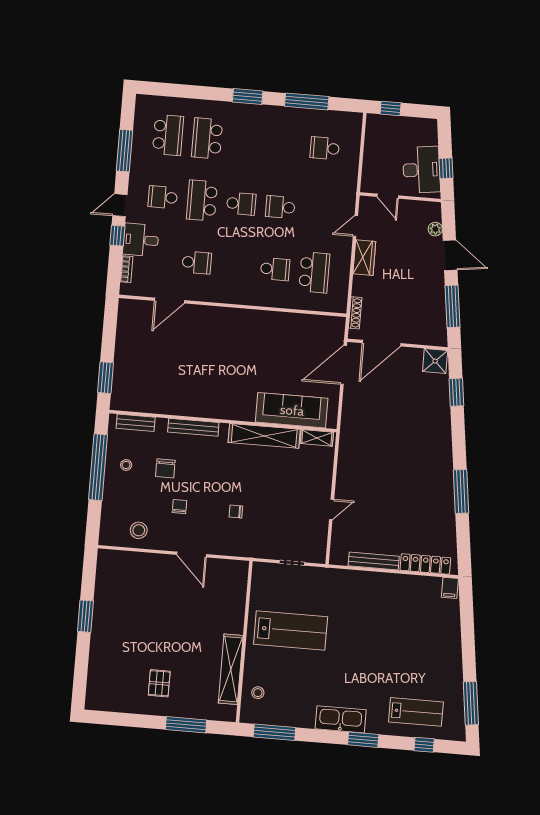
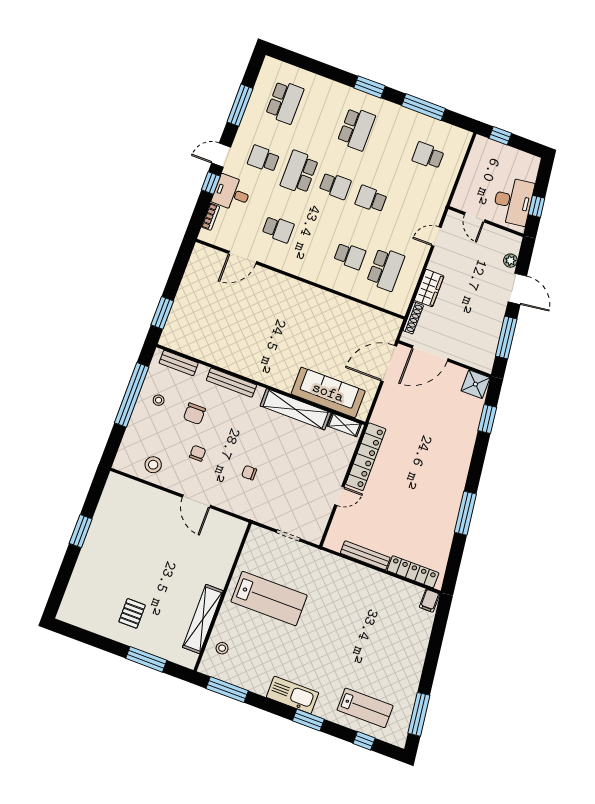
school desk: (207, 138) -> (356, 129), moved, turned 180
wardrobe: (364, 258) -> (429, 288), moved
locker: (347, 463) -> (366, 457), added

